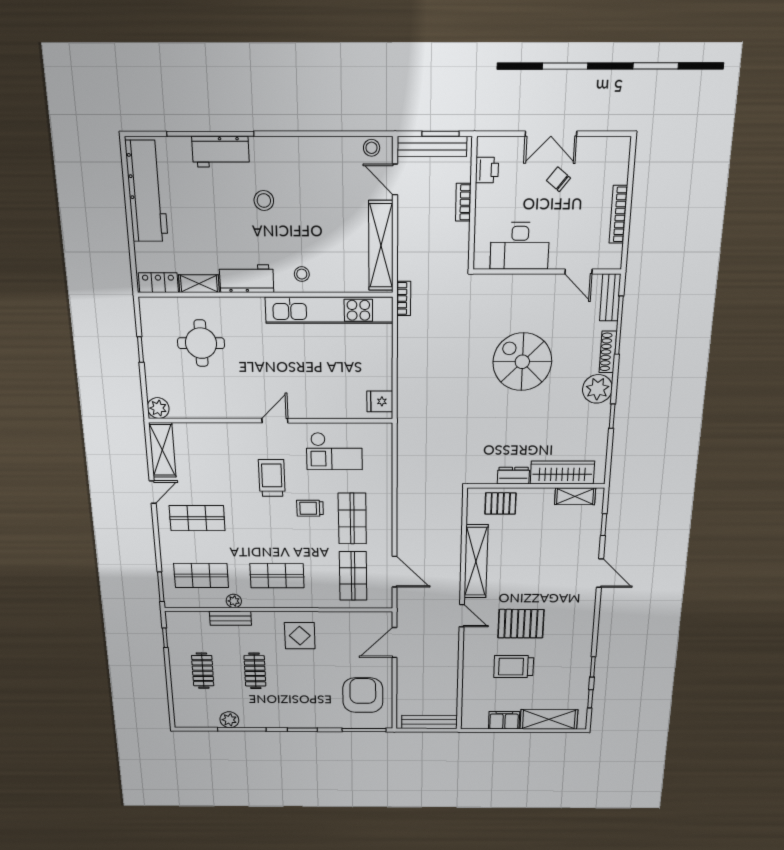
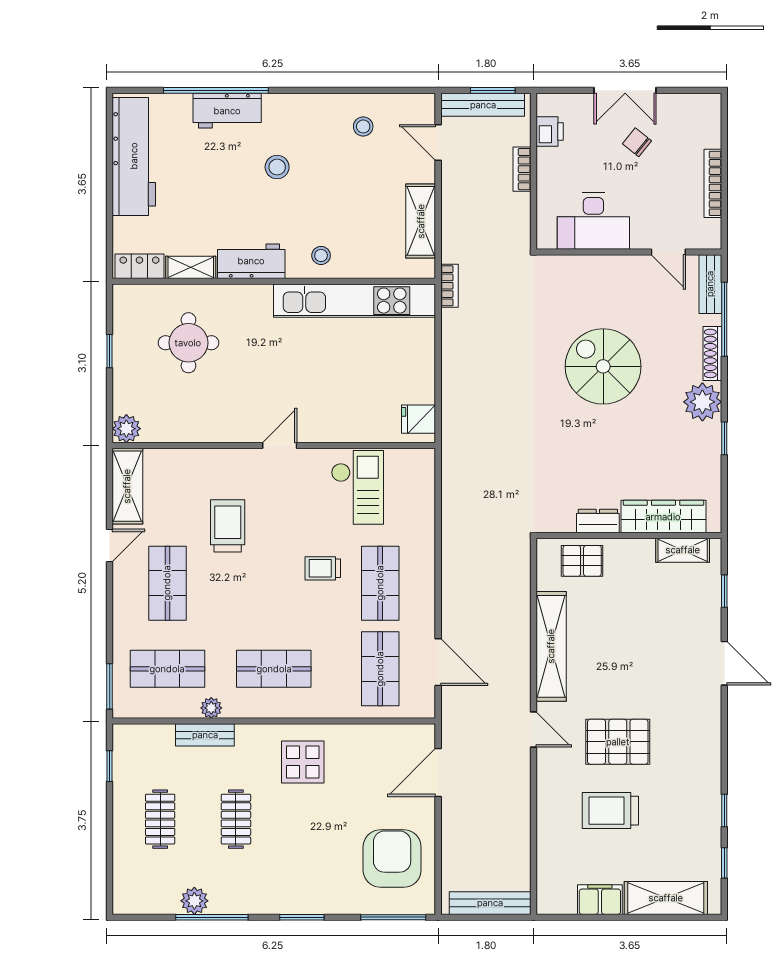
stool: (372, 148) -> (363, 126), moved
shelving: (381, 246) -> (421, 221), width x0.68
checkout: (334, 451) -> (357, 487), turned -90
trolley: (272, 478) -> (228, 526), moved
shop shelf: (197, 518) -> (167, 583), turned 90

